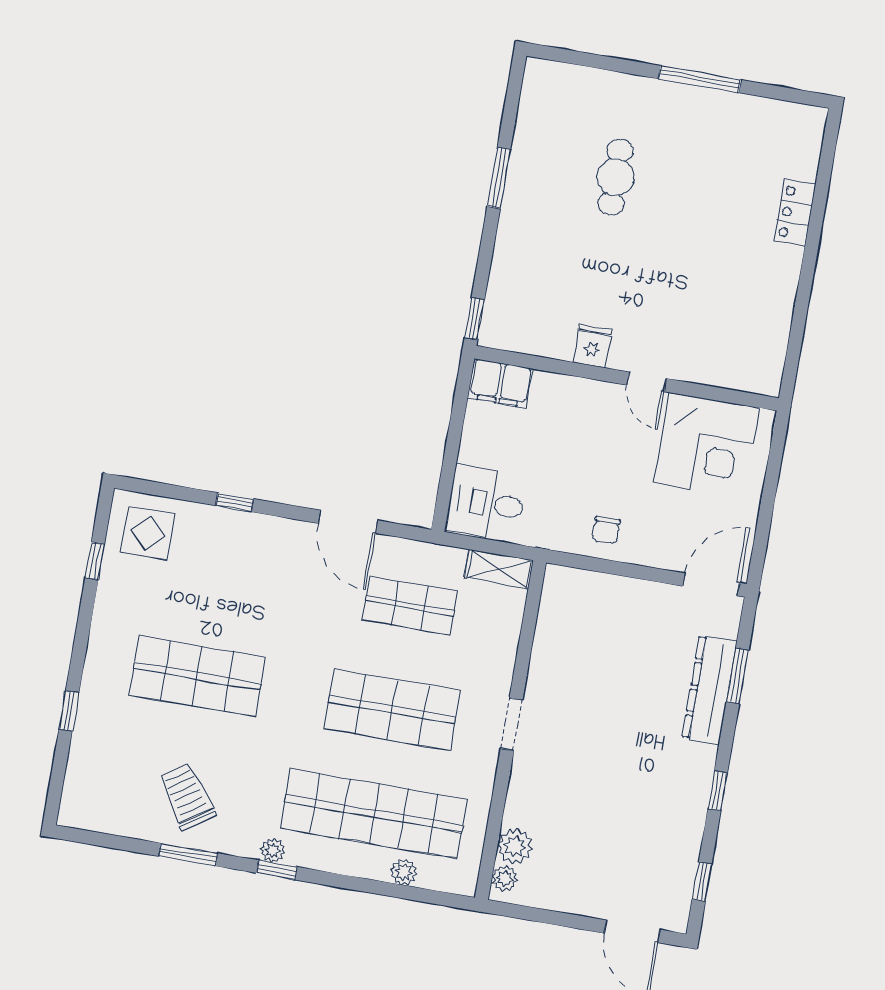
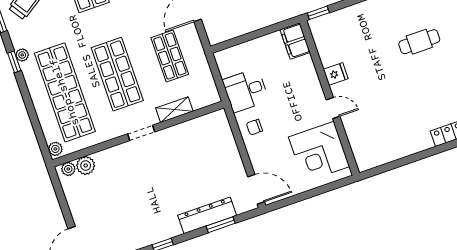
door: (646, 382) -> (333, 108), swing flipped
desk: (486, 503) -> (246, 90), moved, turned -90
shelving: (499, 569) -> (174, 110), moved, turned 90
plant: (404, 872) -> (55, 149), moved

